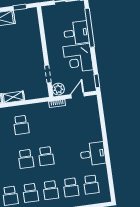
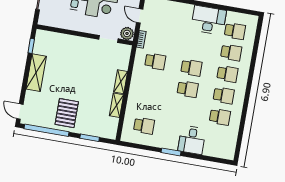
school desk: (21, 125) -> (155, 61), moved
desk: (93, 154) -> (209, 20), width x1.37

